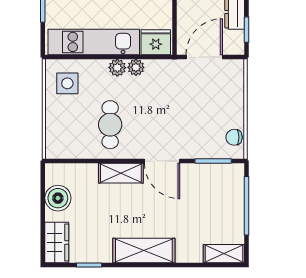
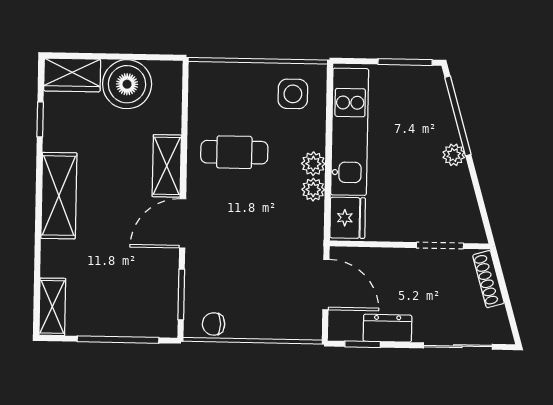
chair: (234, 137) -> (214, 324), turned -90
boiler: (58, 198) -> (127, 84), width x1.37, depth x1.37

